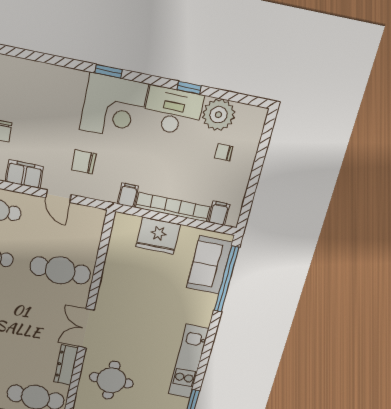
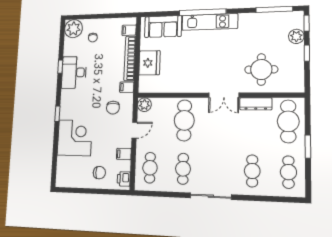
corner desk: (114, 107) -> (75, 138), moved
plant: (219, 115) -> (73, 29), moved
chair: (84, 162) -> (113, 108), moved
filing cabinet: (24, 174) -> (124, 154), width x0.50
plant: (95, 218) -> (144, 105), added
window: (226, 279) -> (202, 12), moved
kitchen unit: (188, 362) -> (210, 22), moved

